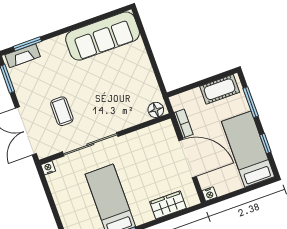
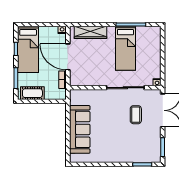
sofa: (103, 36) -> (80, 129), moved, turned 90
fireplace: (23, 56) -> (148, 158), removed
floor lamp: (156, 110) -> (77, 94), removed
wardrobe: (168, 205) -> (91, 32), width x1.50

